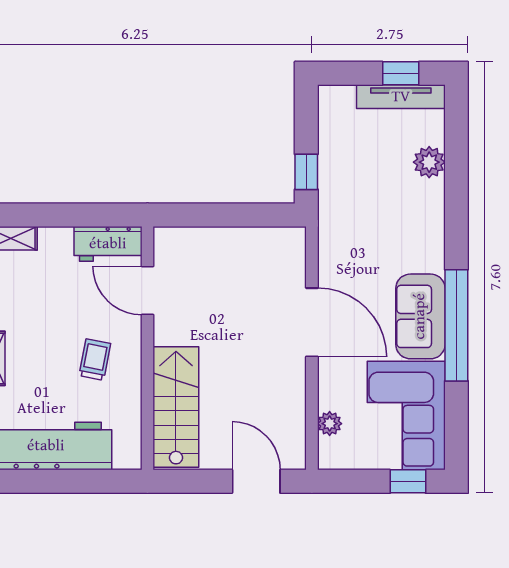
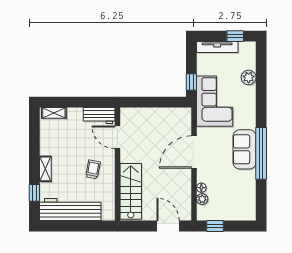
tv unit: (401, 97) -> (217, 47), moved
door: (312, 322) -> (194, 152), swing flipped
floor lamp: (328, 399) -> (201, 188), added
corner sofa: (406, 416) -> (215, 101), moved, turned 180
window: (408, 481) -> (215, 226), moved

